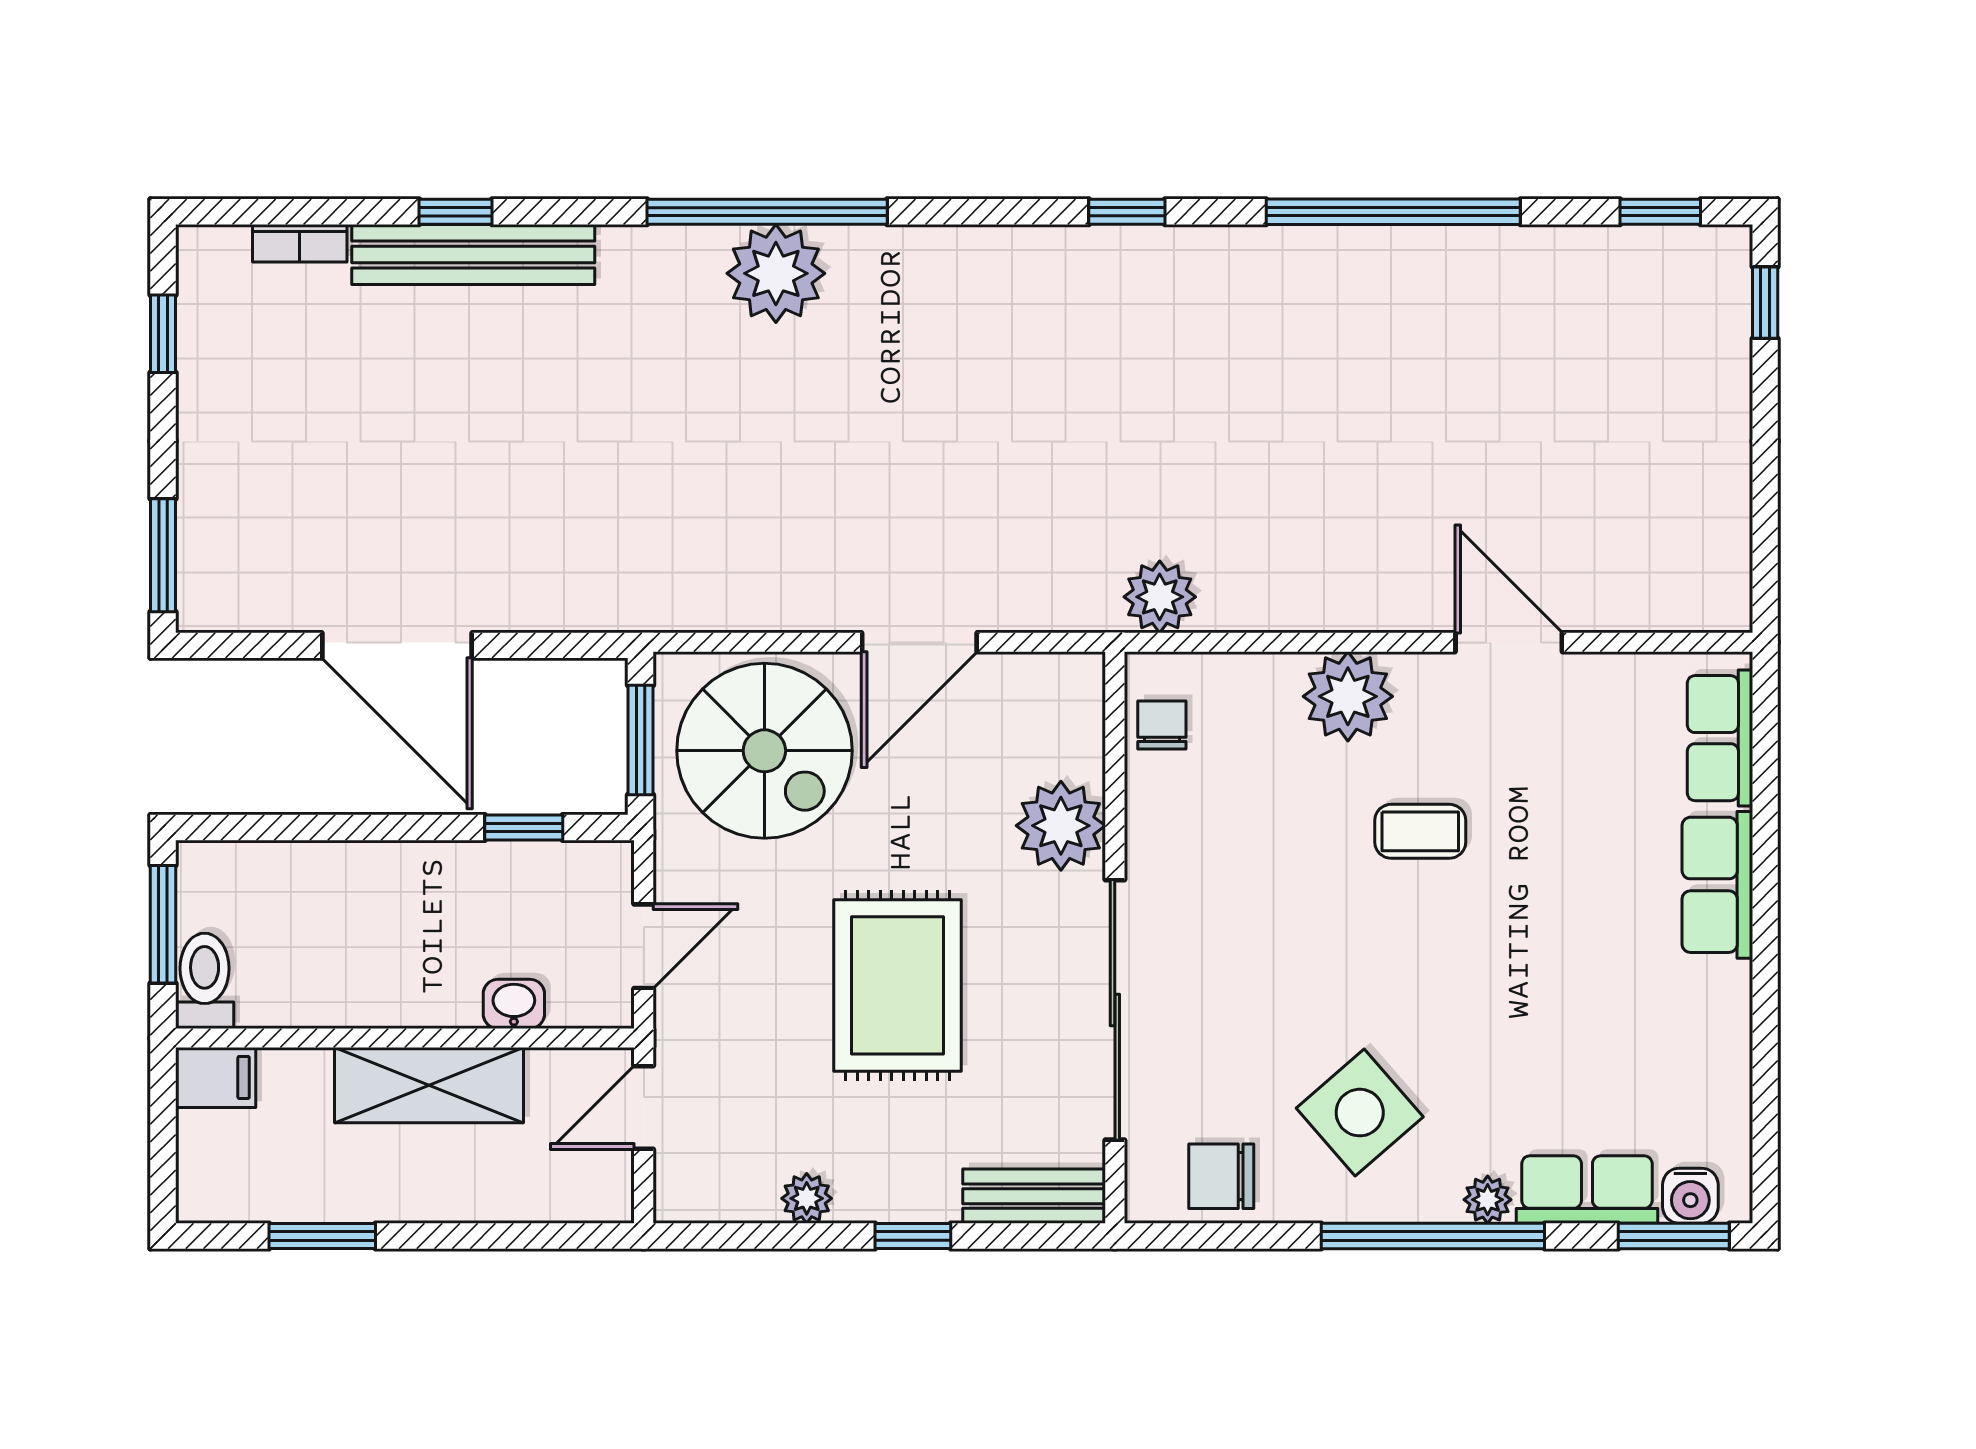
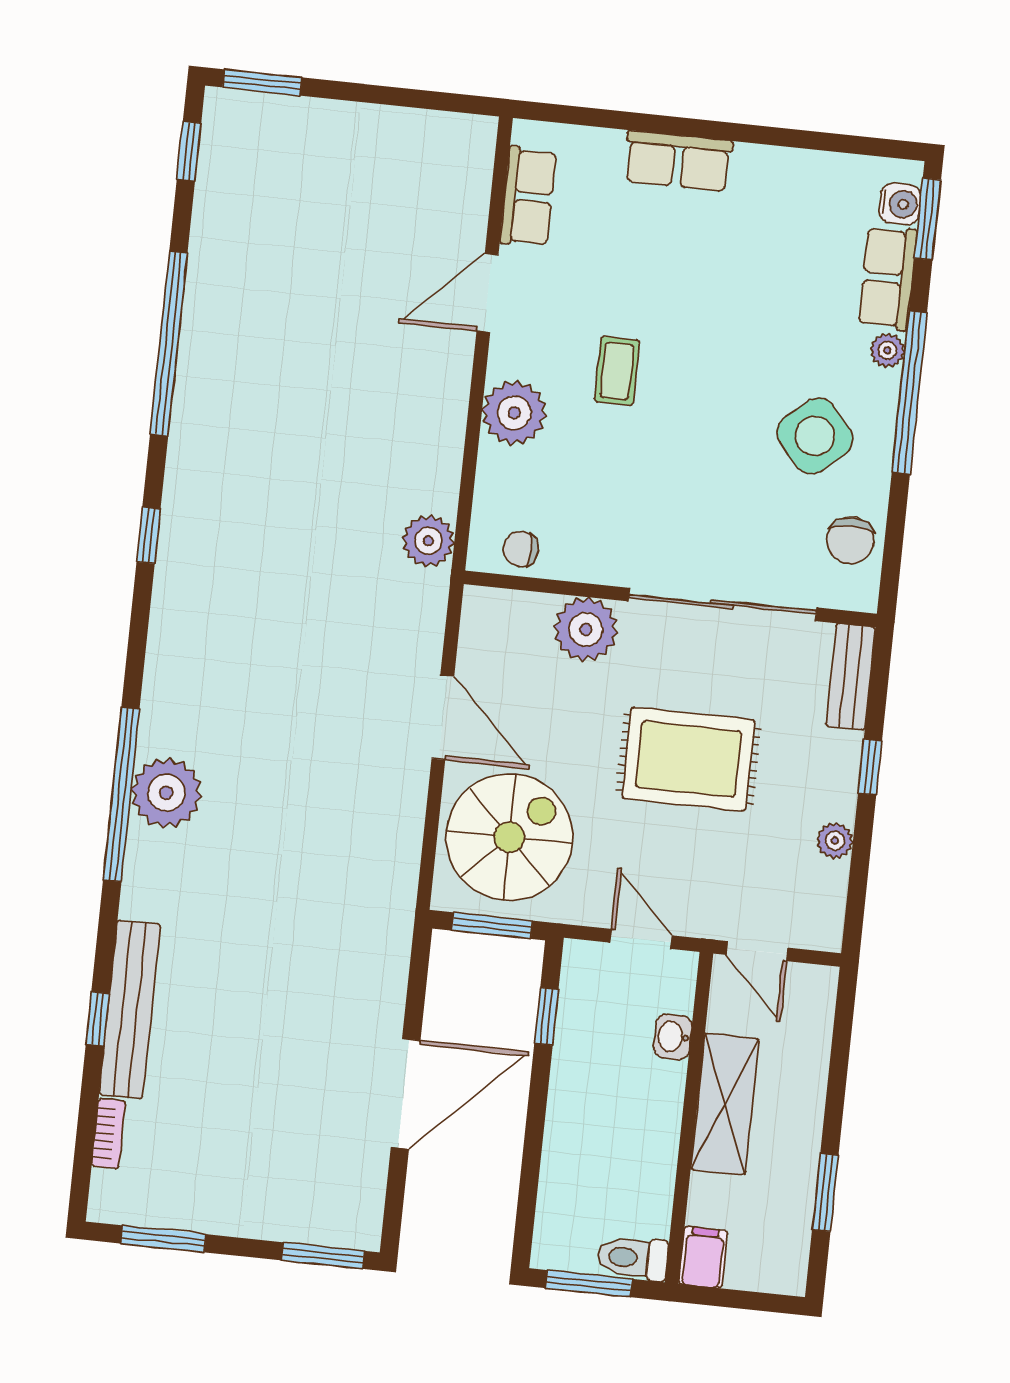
window: (1765, 303) -> (262, 82), width x1.50
window: (163, 334) -> (163, 1239), width x1.50
row of seats: (1720, 738) -> (528, 197), moved, turned -90

